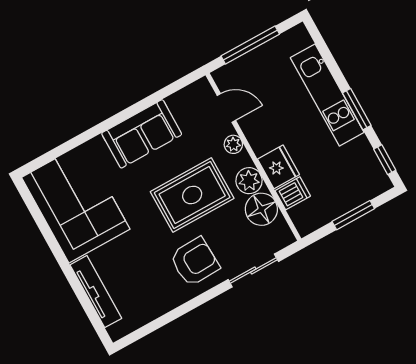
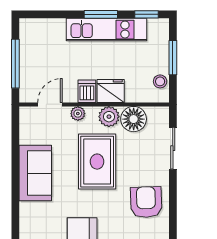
kitchen unit: (327, 95) -> (106, 30), moved
dishwasher: (293, 193) -> (87, 91), moved
stool: (319, 216) -> (160, 81), added
armchair: (195, 262) -> (146, 202), moved

